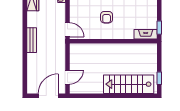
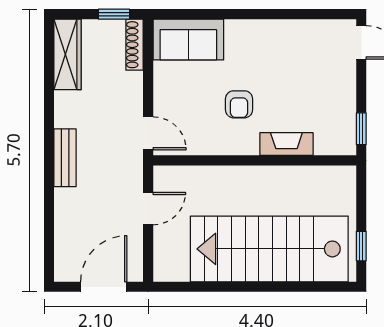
fireplace: (146, 34) -> (286, 144), moved
door: (67, 77) -> (148, 209), moved
stairs: (129, 84) -> (269, 249), width x1.36, depth x1.51

